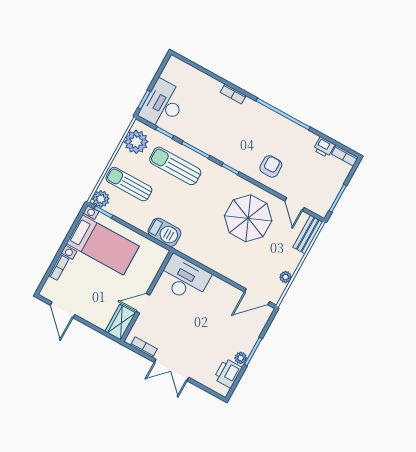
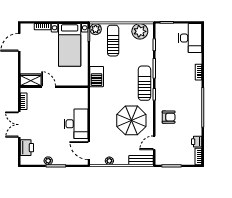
desk: (163, 105) -> (190, 38), moved, turned 90
sun lounger: (175, 166) -> (144, 83), moved
desk: (184, 279) -> (76, 124), moved
printer: (228, 373) -> (27, 148), moved, turned 90

